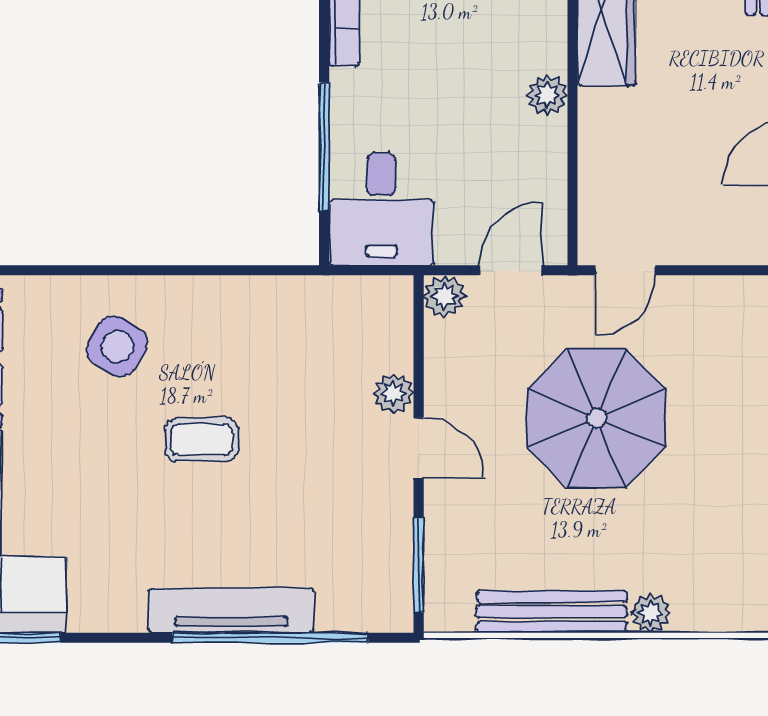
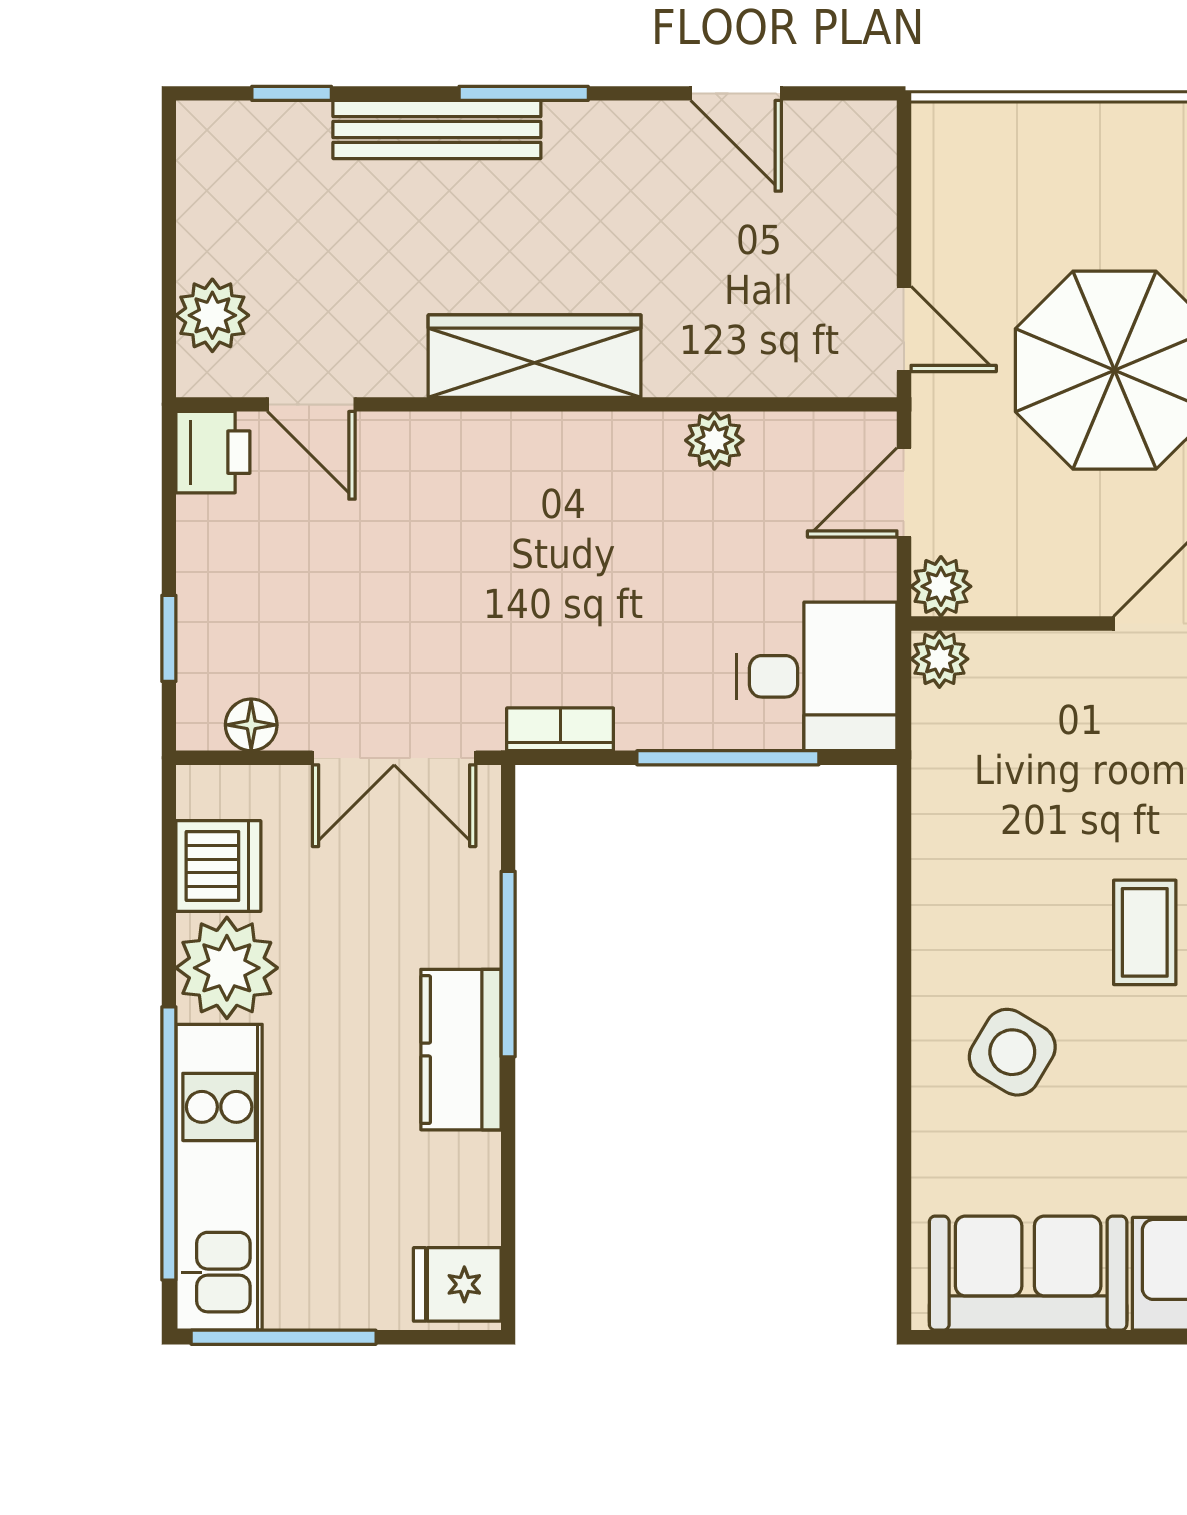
plant: (547, 95) -> (714, 440), moved
door: (511, 270) -> (904, 493), hinge flipped
plant: (394, 393) -> (939, 659), moved

